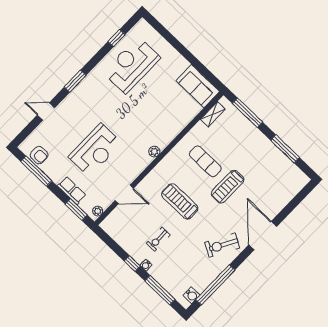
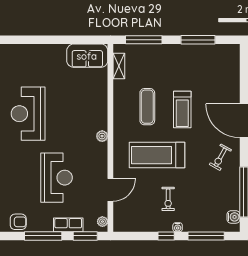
reception desk: (132, 65) -> (28, 114), moved
exercise mat: (205, 161) -> (147, 107), turned 90
window: (36, 171) -> (43, 236), moved
treadmill: (180, 201) -> (157, 155), width x1.37, depth x1.38
exercise bike: (222, 245) -> (220, 157), width x0.73, depth x0.72

